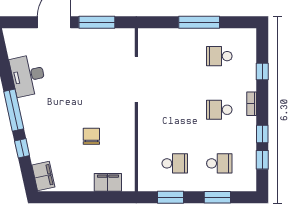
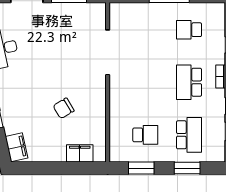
school desk: (219, 110) -> (189, 82), width x1.85
chair: (91, 136) -> (64, 108), turned -121
school desk: (219, 163) -> (189, 135), width x1.85

